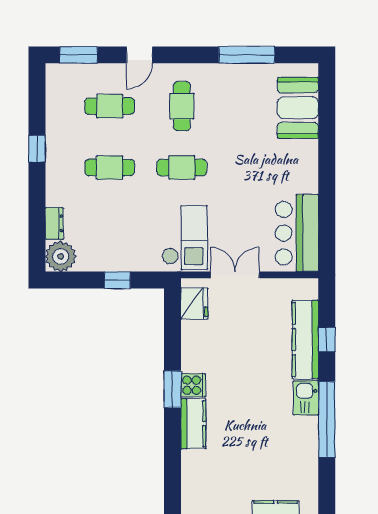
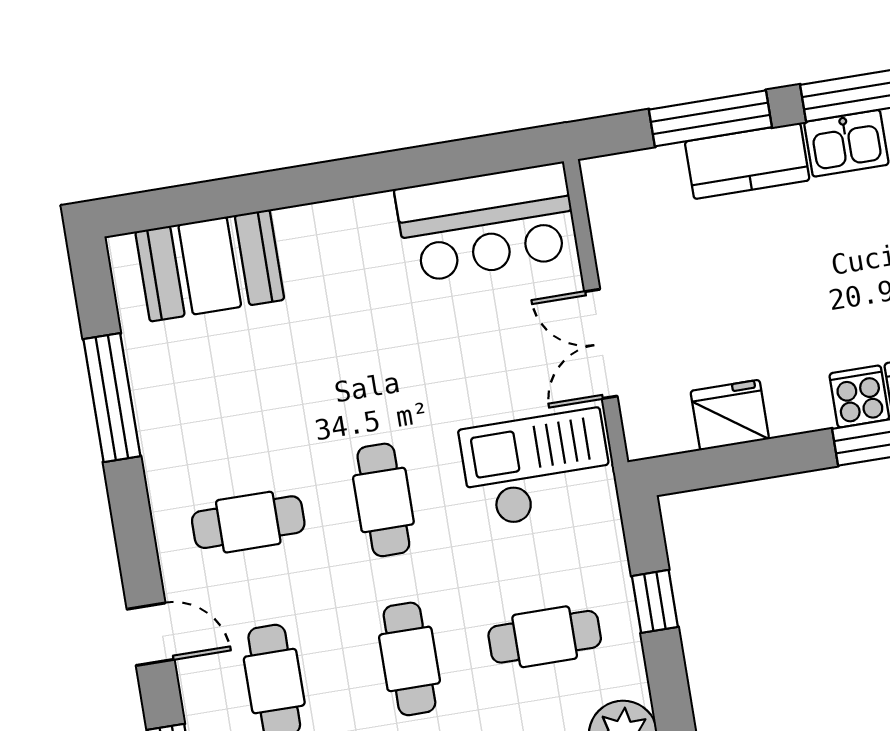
cafe table: (110, 229) -> (545, 637), added
fridge: (194, 304) -> (730, 415), moved
kitchen counter: (305, 340) -> (747, 161), width x0.67
window: (327, 340) -> (710, 118), width x2.17

